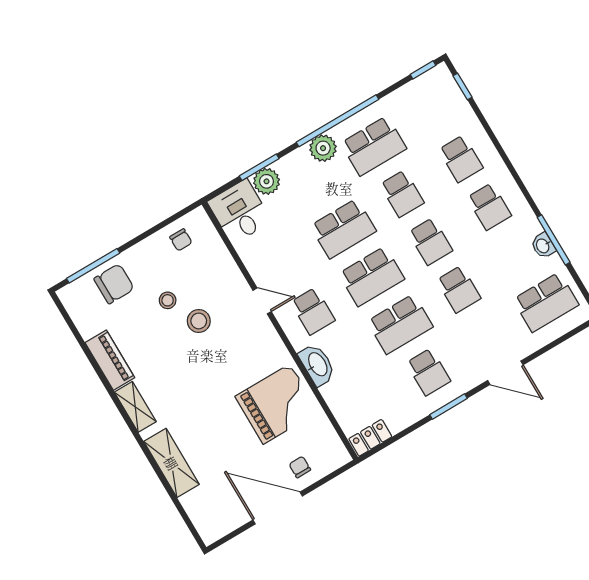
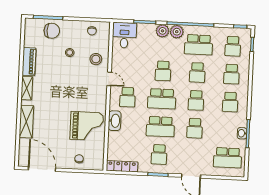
school desk: (432, 111) -> (233, 46), added
plant: (267, 181) -> (162, 31), moved
school desk: (343, 229) -> (163, 71), width x0.54
stool: (199, 321) -> (96, 59), moved
locker: (370, 438) -> (122, 166), width x1.53
door: (278, 508) -> (42, 169), moved

